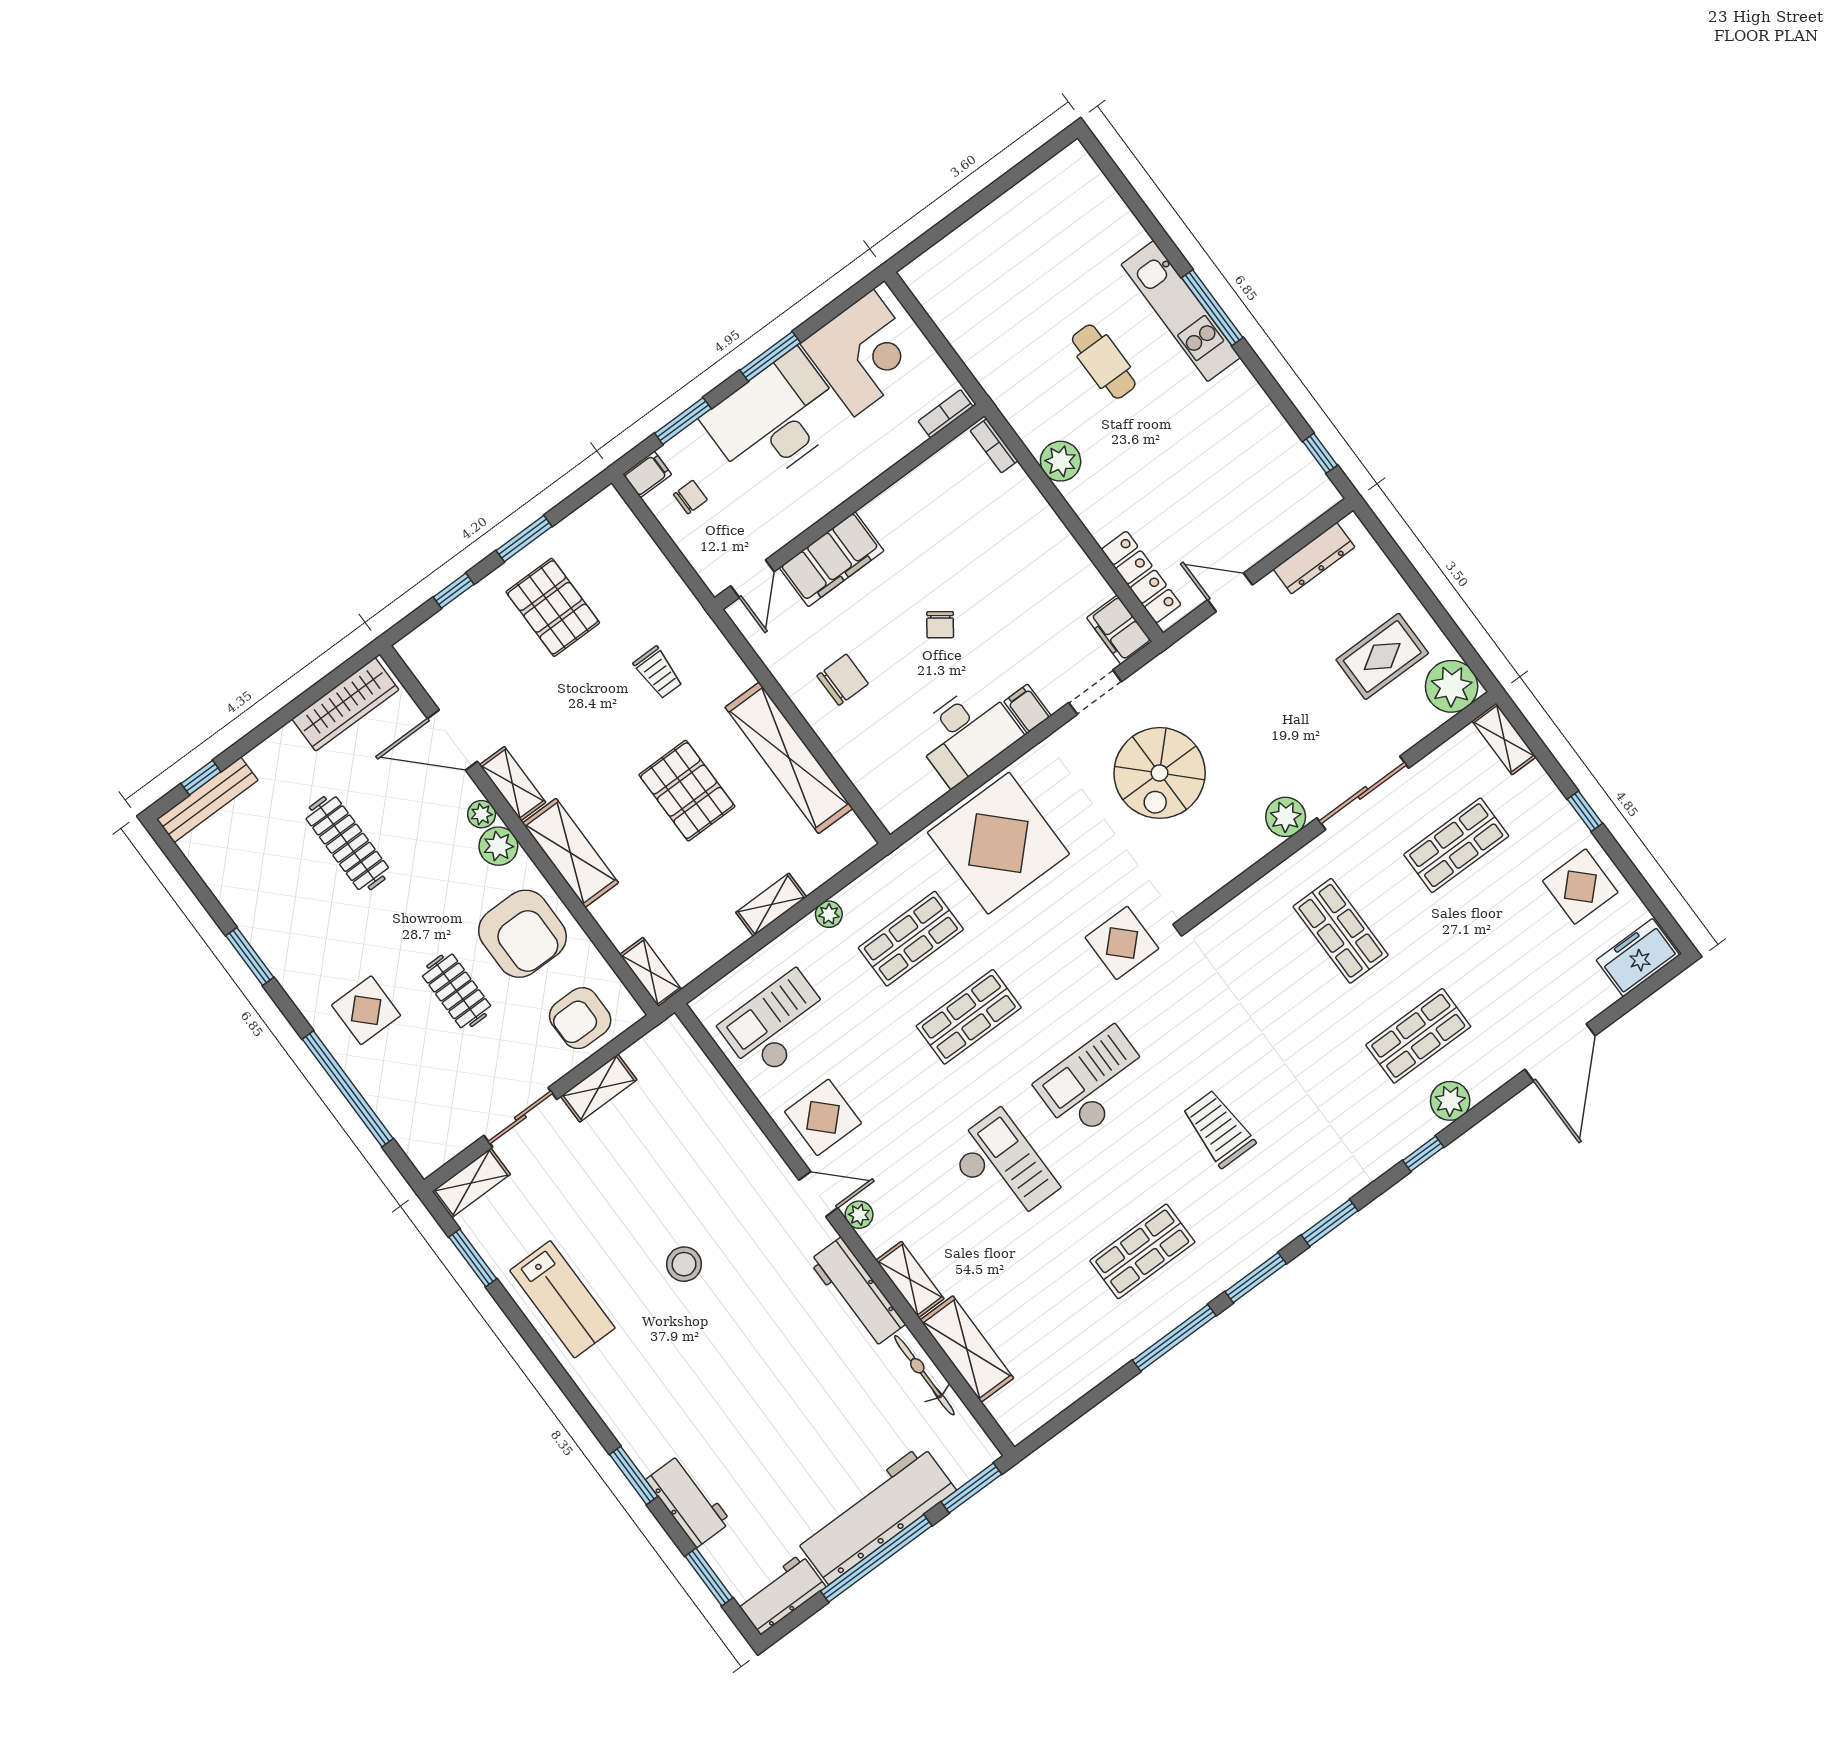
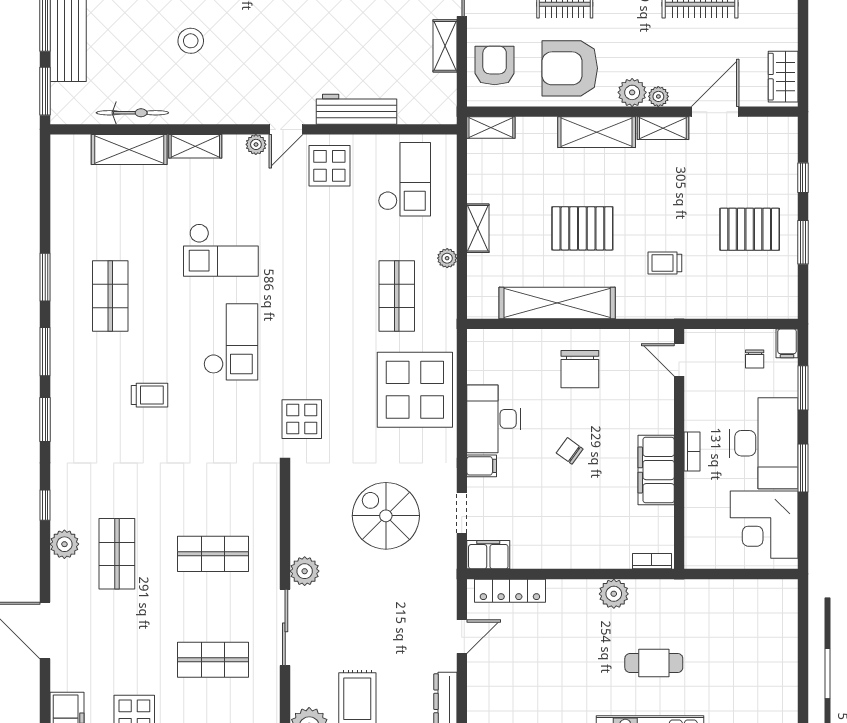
bookcase: (946, 414) -> (692, 452), moved
filing cabinet: (832, 559) -> (656, 470), moved
chair: (843, 680) -> (580, 369), width x1.37, depth x1.37
wardrobe: (345, 704) -> (783, 77), width x0.67
shop shelf: (1456, 845) -> (213, 660), turned 90
shop shelf: (969, 1017) -> (325, 296), removed
trolley: (1219, 1129) -> (149, 395), width x0.73, depth x0.72
stool: (684, 1264) -> (191, 41), moved
workbench: (857, 1293) -> (356, 109), moved
window: (1174, 1338) -> (45, 277), width x0.69

